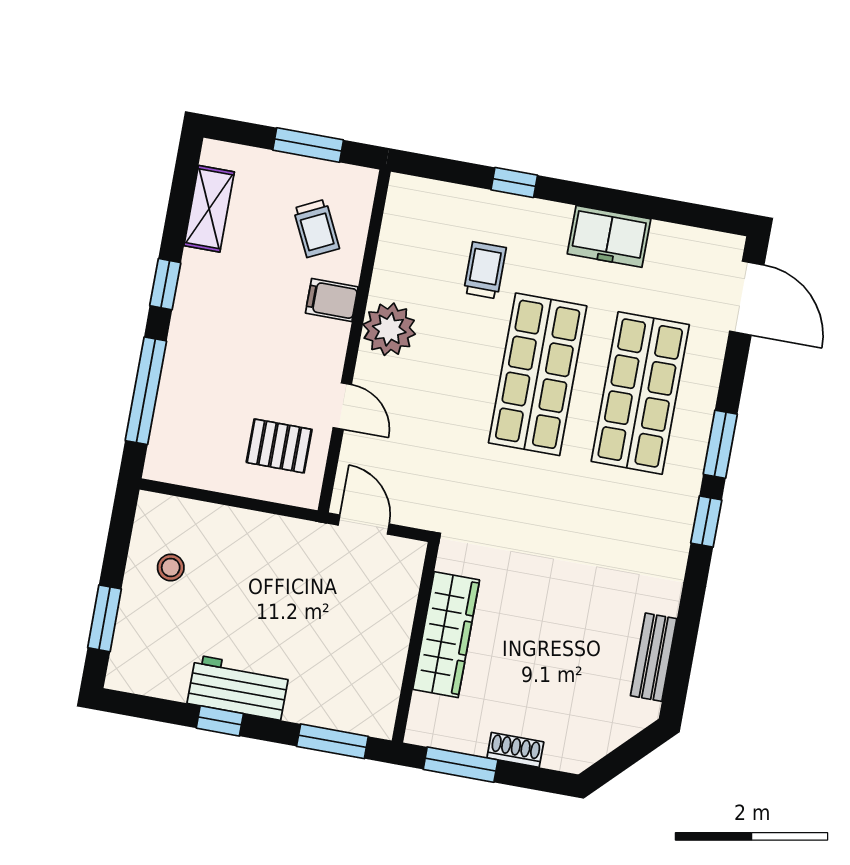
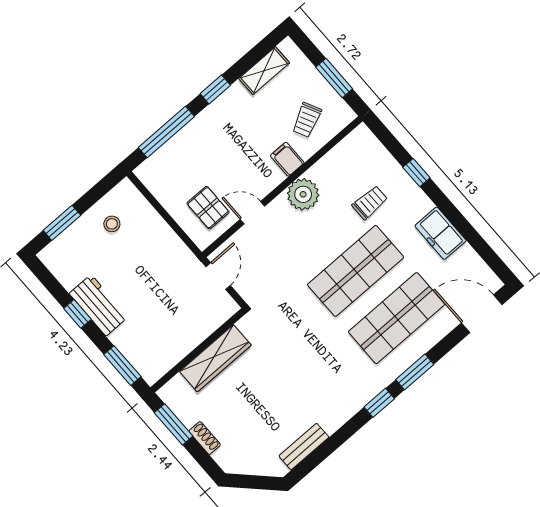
door: (747, 298) -> (482, 314), swing flipped
door: (342, 406) -> (252, 213), swing flipped

